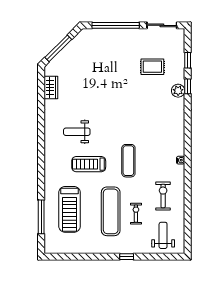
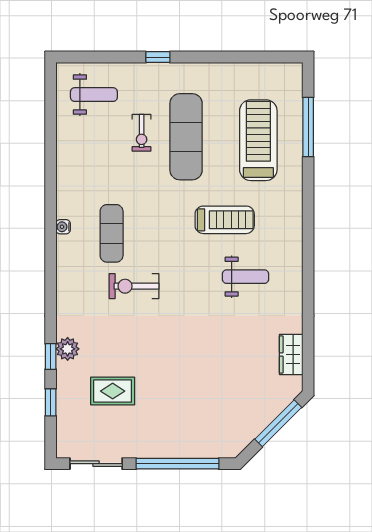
exercise mat: (128, 161) -> (112, 233), moved
exercise bike: (163, 196) -> (134, 286), moved, turned 90
weight bench: (163, 235) -> (94, 95), turned -90

